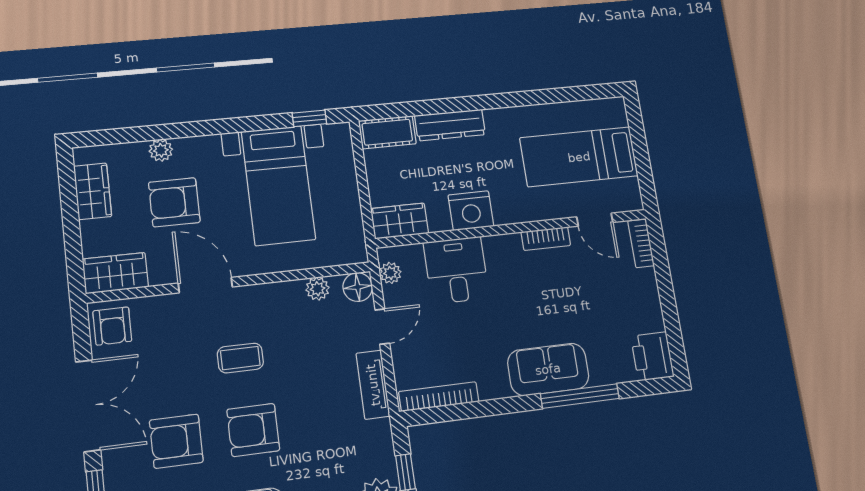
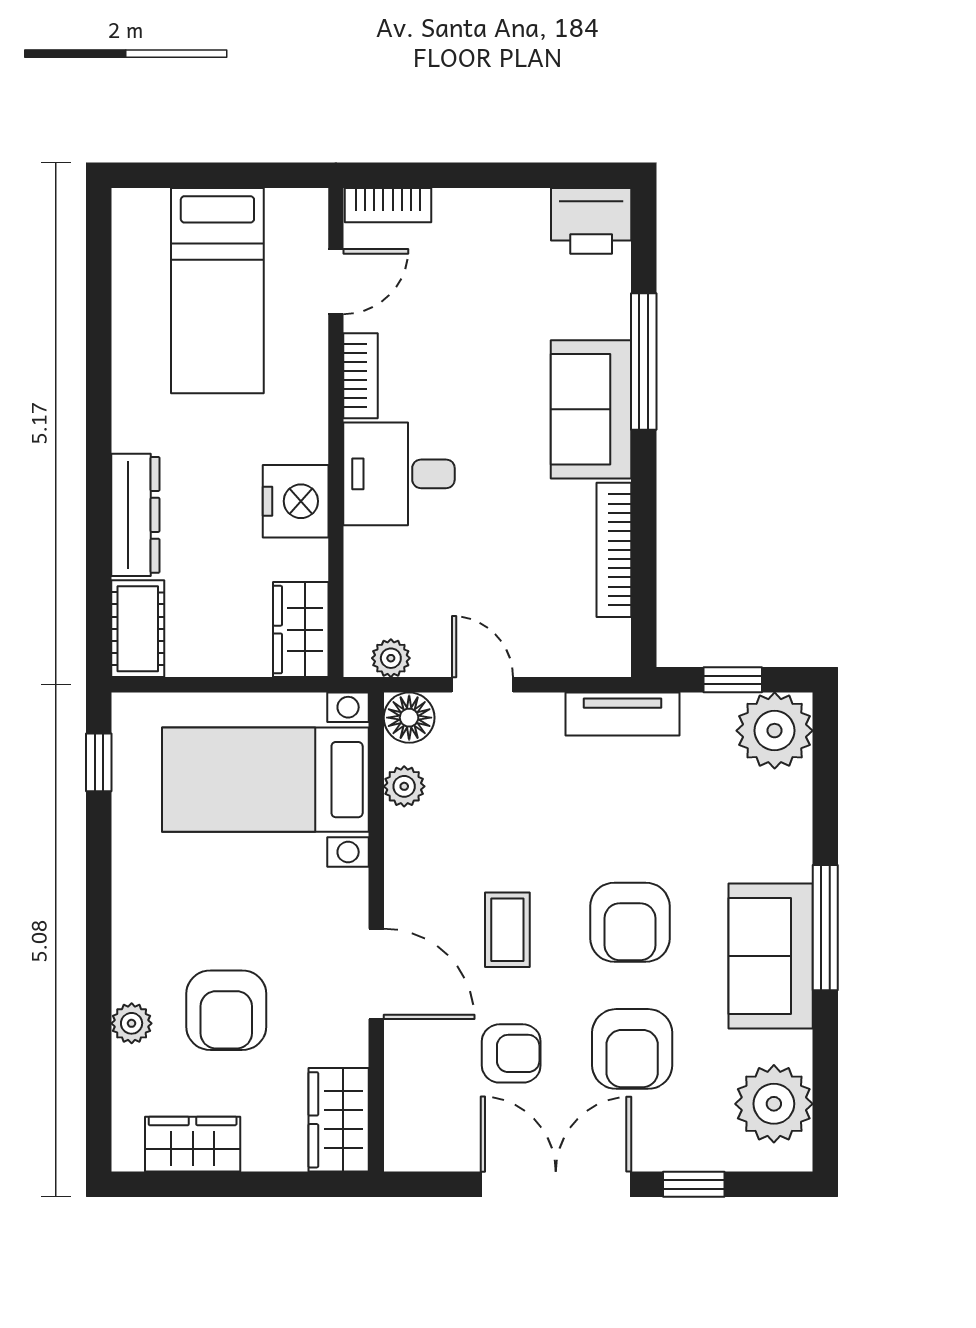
bed with nightstands: (278, 185) -> (265, 780), moved, turned 180
desk: (456, 270) -> (399, 474), moved
door: (205, 285) -> (376, 974), swing flipped
armchair: (112, 326) -> (511, 1053), moved
tv unit: (373, 385) -> (622, 714), moved
bookcase: (439, 397) -> (614, 550), moved

